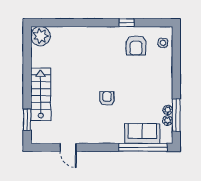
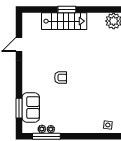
armchair: (136, 45) -> (106, 102), removed
window: (27, 120) -> (67, 10), moved
window: (143, 147) -> (19, 108), width x0.47

